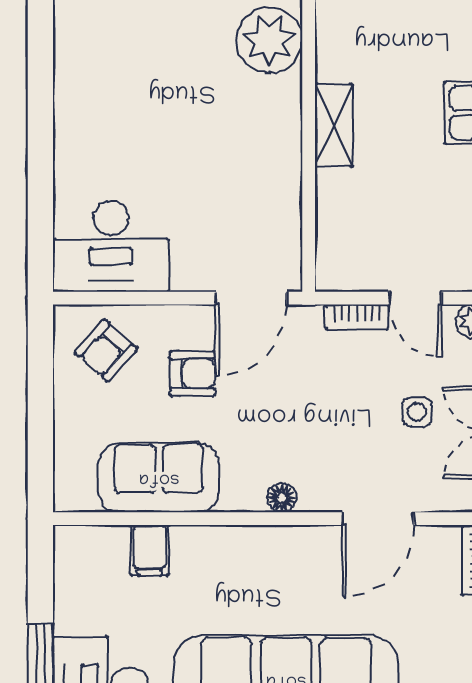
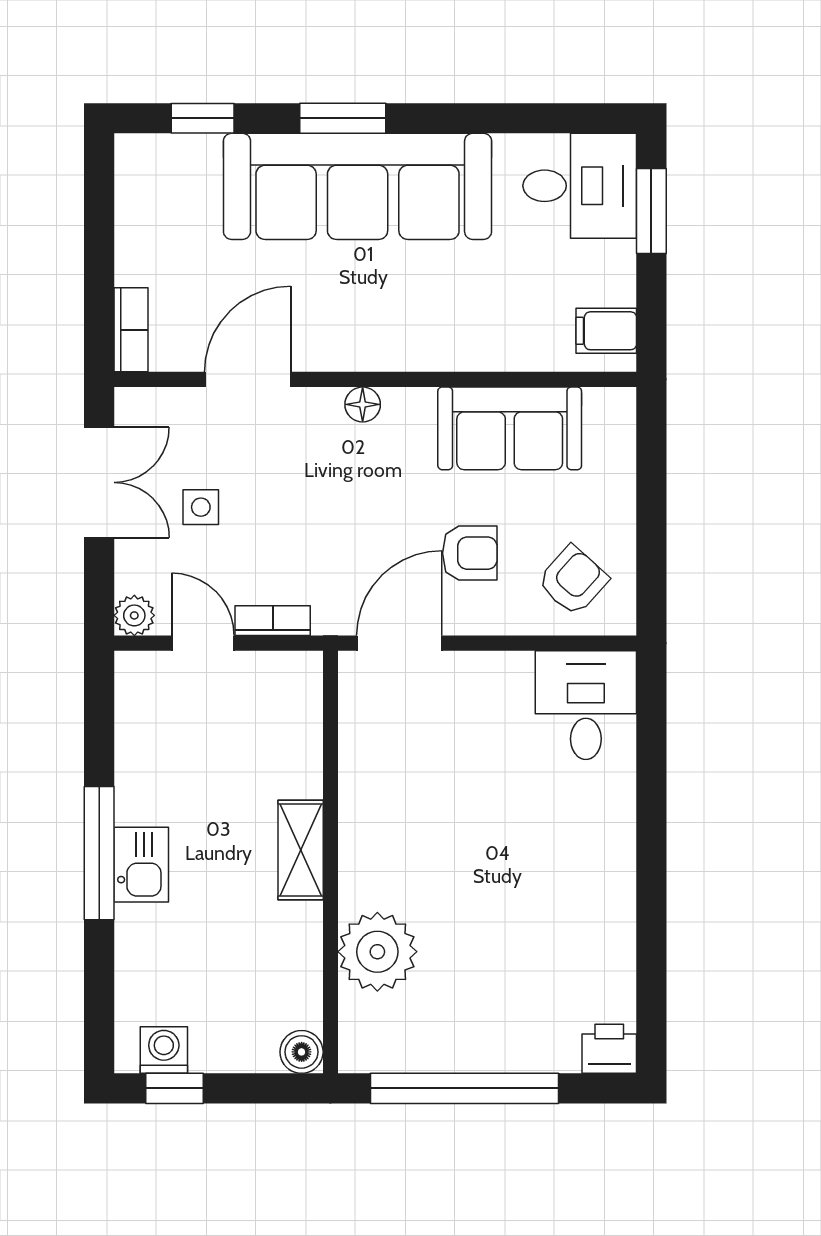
desk: (111, 246) -> (586, 705), width x0.73
armchair: (192, 373) -> (470, 553), turned 180
filing cabinet: (150, 550) -> (606, 331), moved, turned -90

